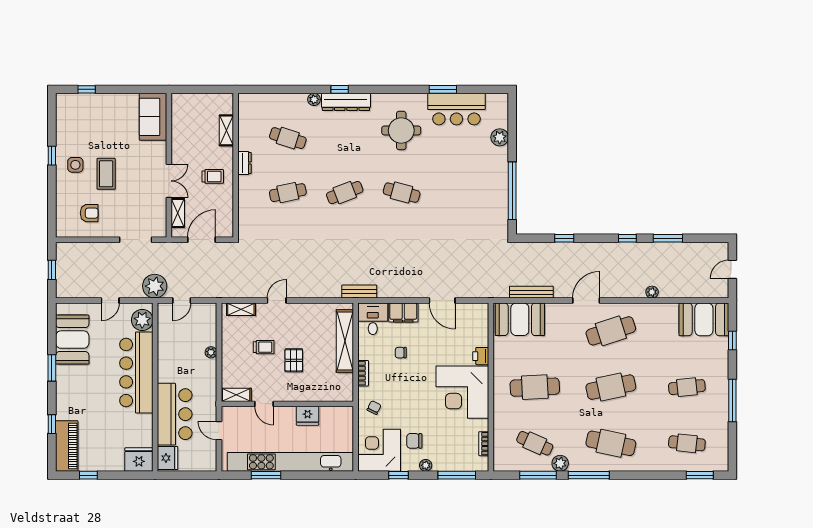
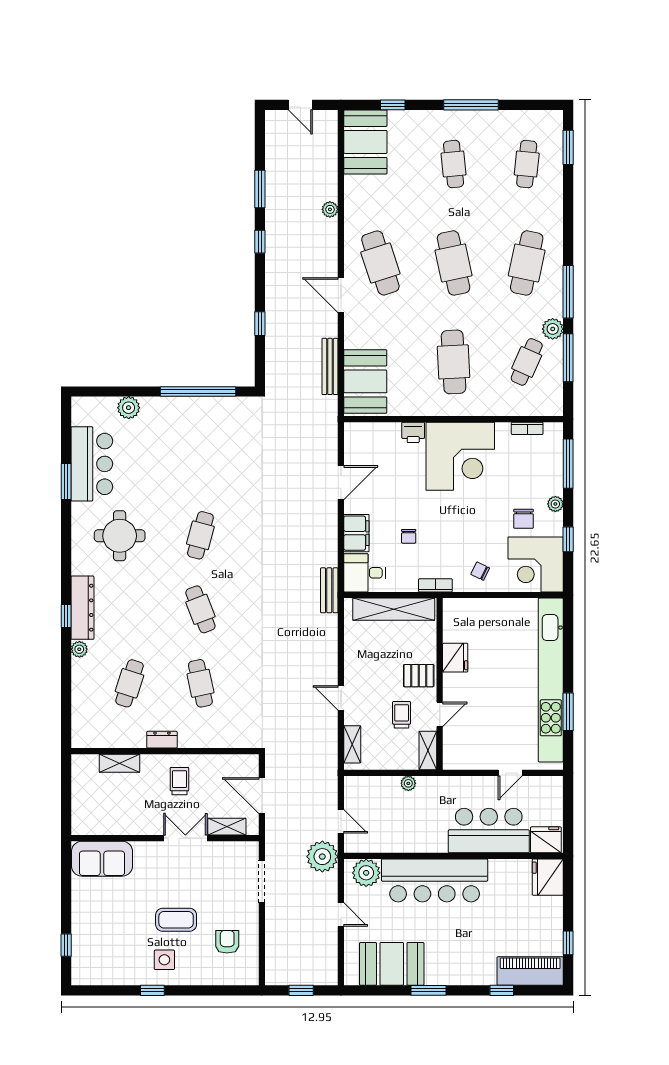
shelving: (236, 395) -> (428, 750), moved
door: (264, 404) -> (440, 714), moved
wall: (287, 404) -> (440, 684), moved
fridge: (308, 416) -> (455, 658), moved

